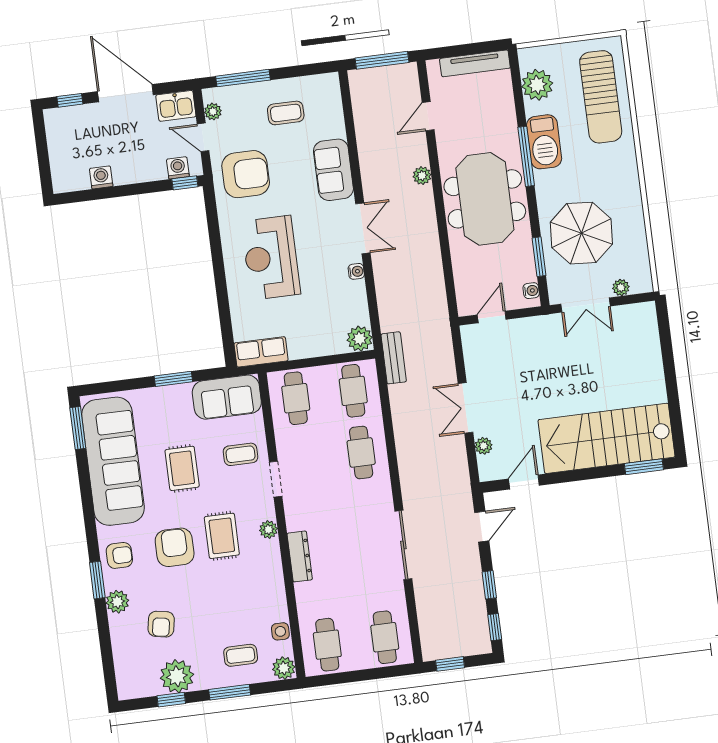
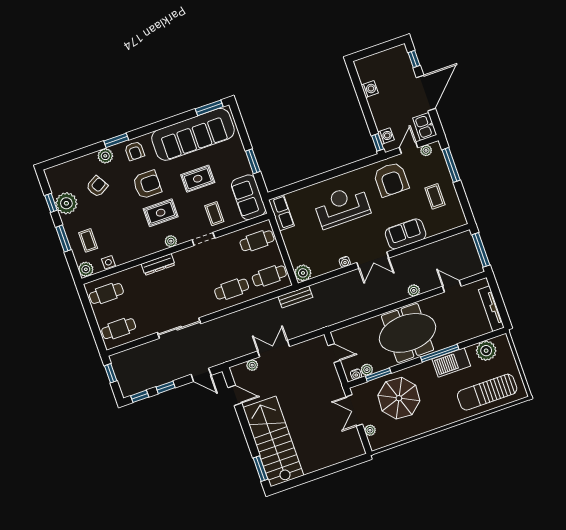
plant: (527, 273) -> (367, 370), added
armchair: (161, 624) -> (97, 186), turned 140

